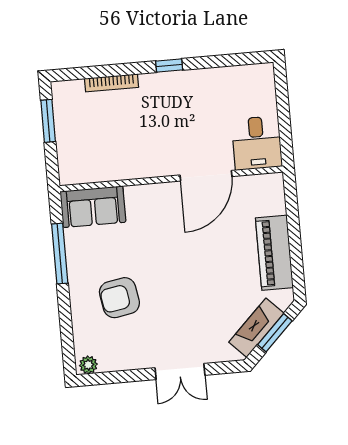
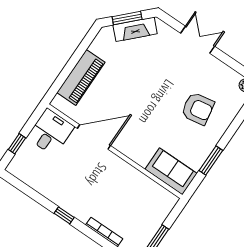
window: (283, 101) -> (17, 144), added
piano: (274, 253) -> (81, 77), moved
window: (60, 254) -> (211, 160), width x0.69

